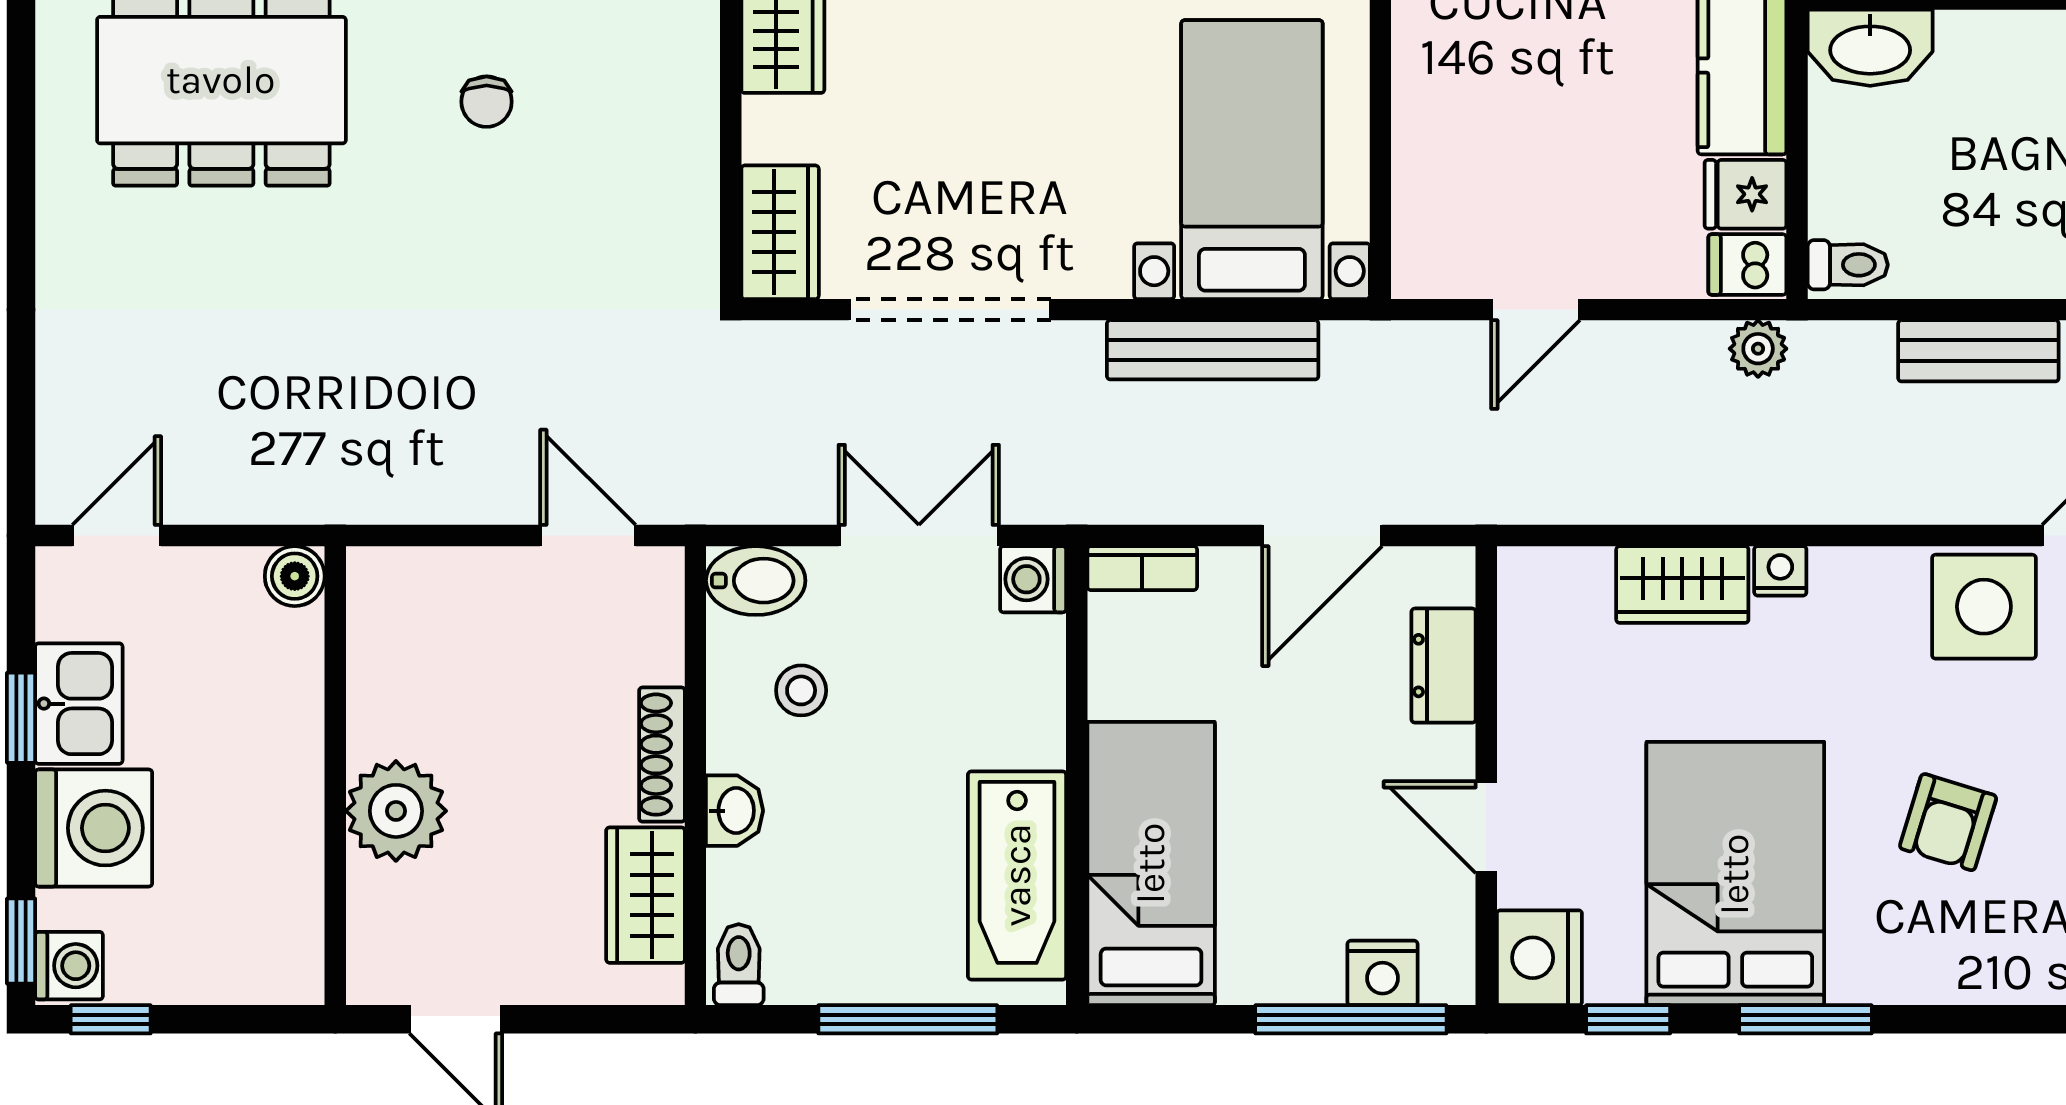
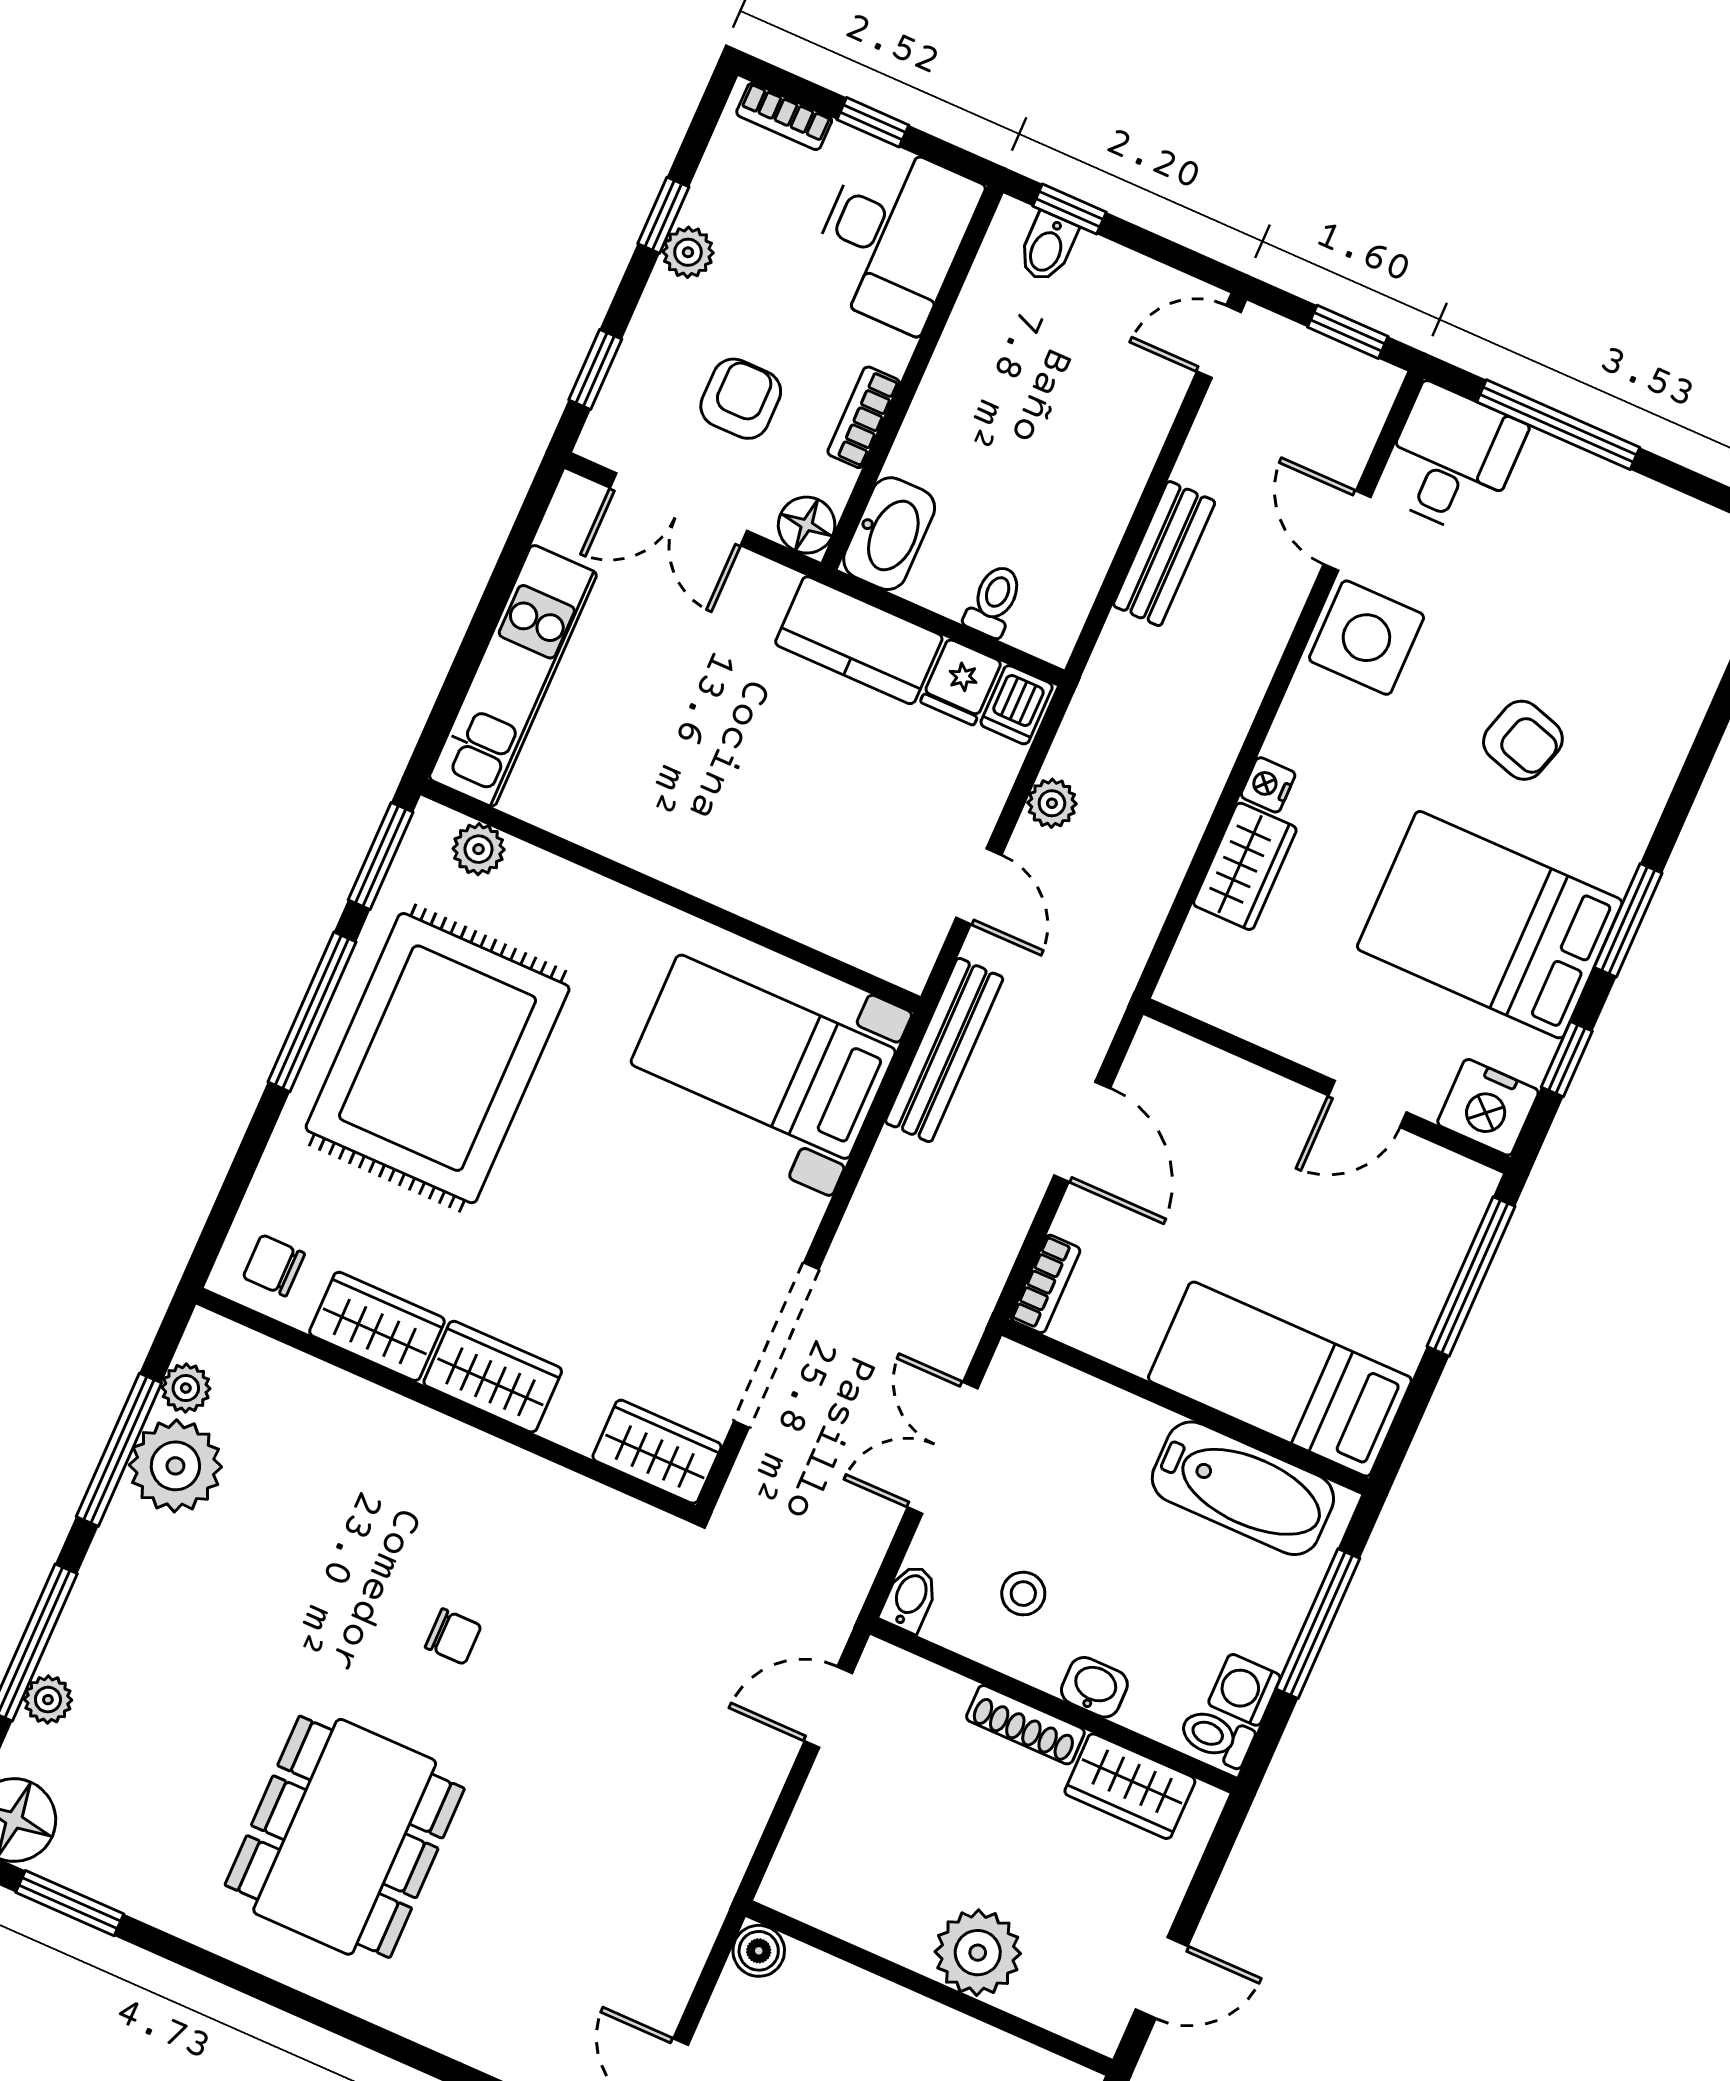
toilet: (1848, 265) -> (994, 601), moved
plant: (1758, 349) -> (1052, 803), moved
bench: (1213, 350) -> (944, 1050), moved
washing machine: (1033, 579) -> (1244, 1690), moved, turned 90
bidet: (756, 581) -> (910, 1598), width x0.72, depth x0.74
dresser: (1444, 666) -> (1226, 1081), removed
nightstand: (1383, 973) -> (1446, 1236), removed

